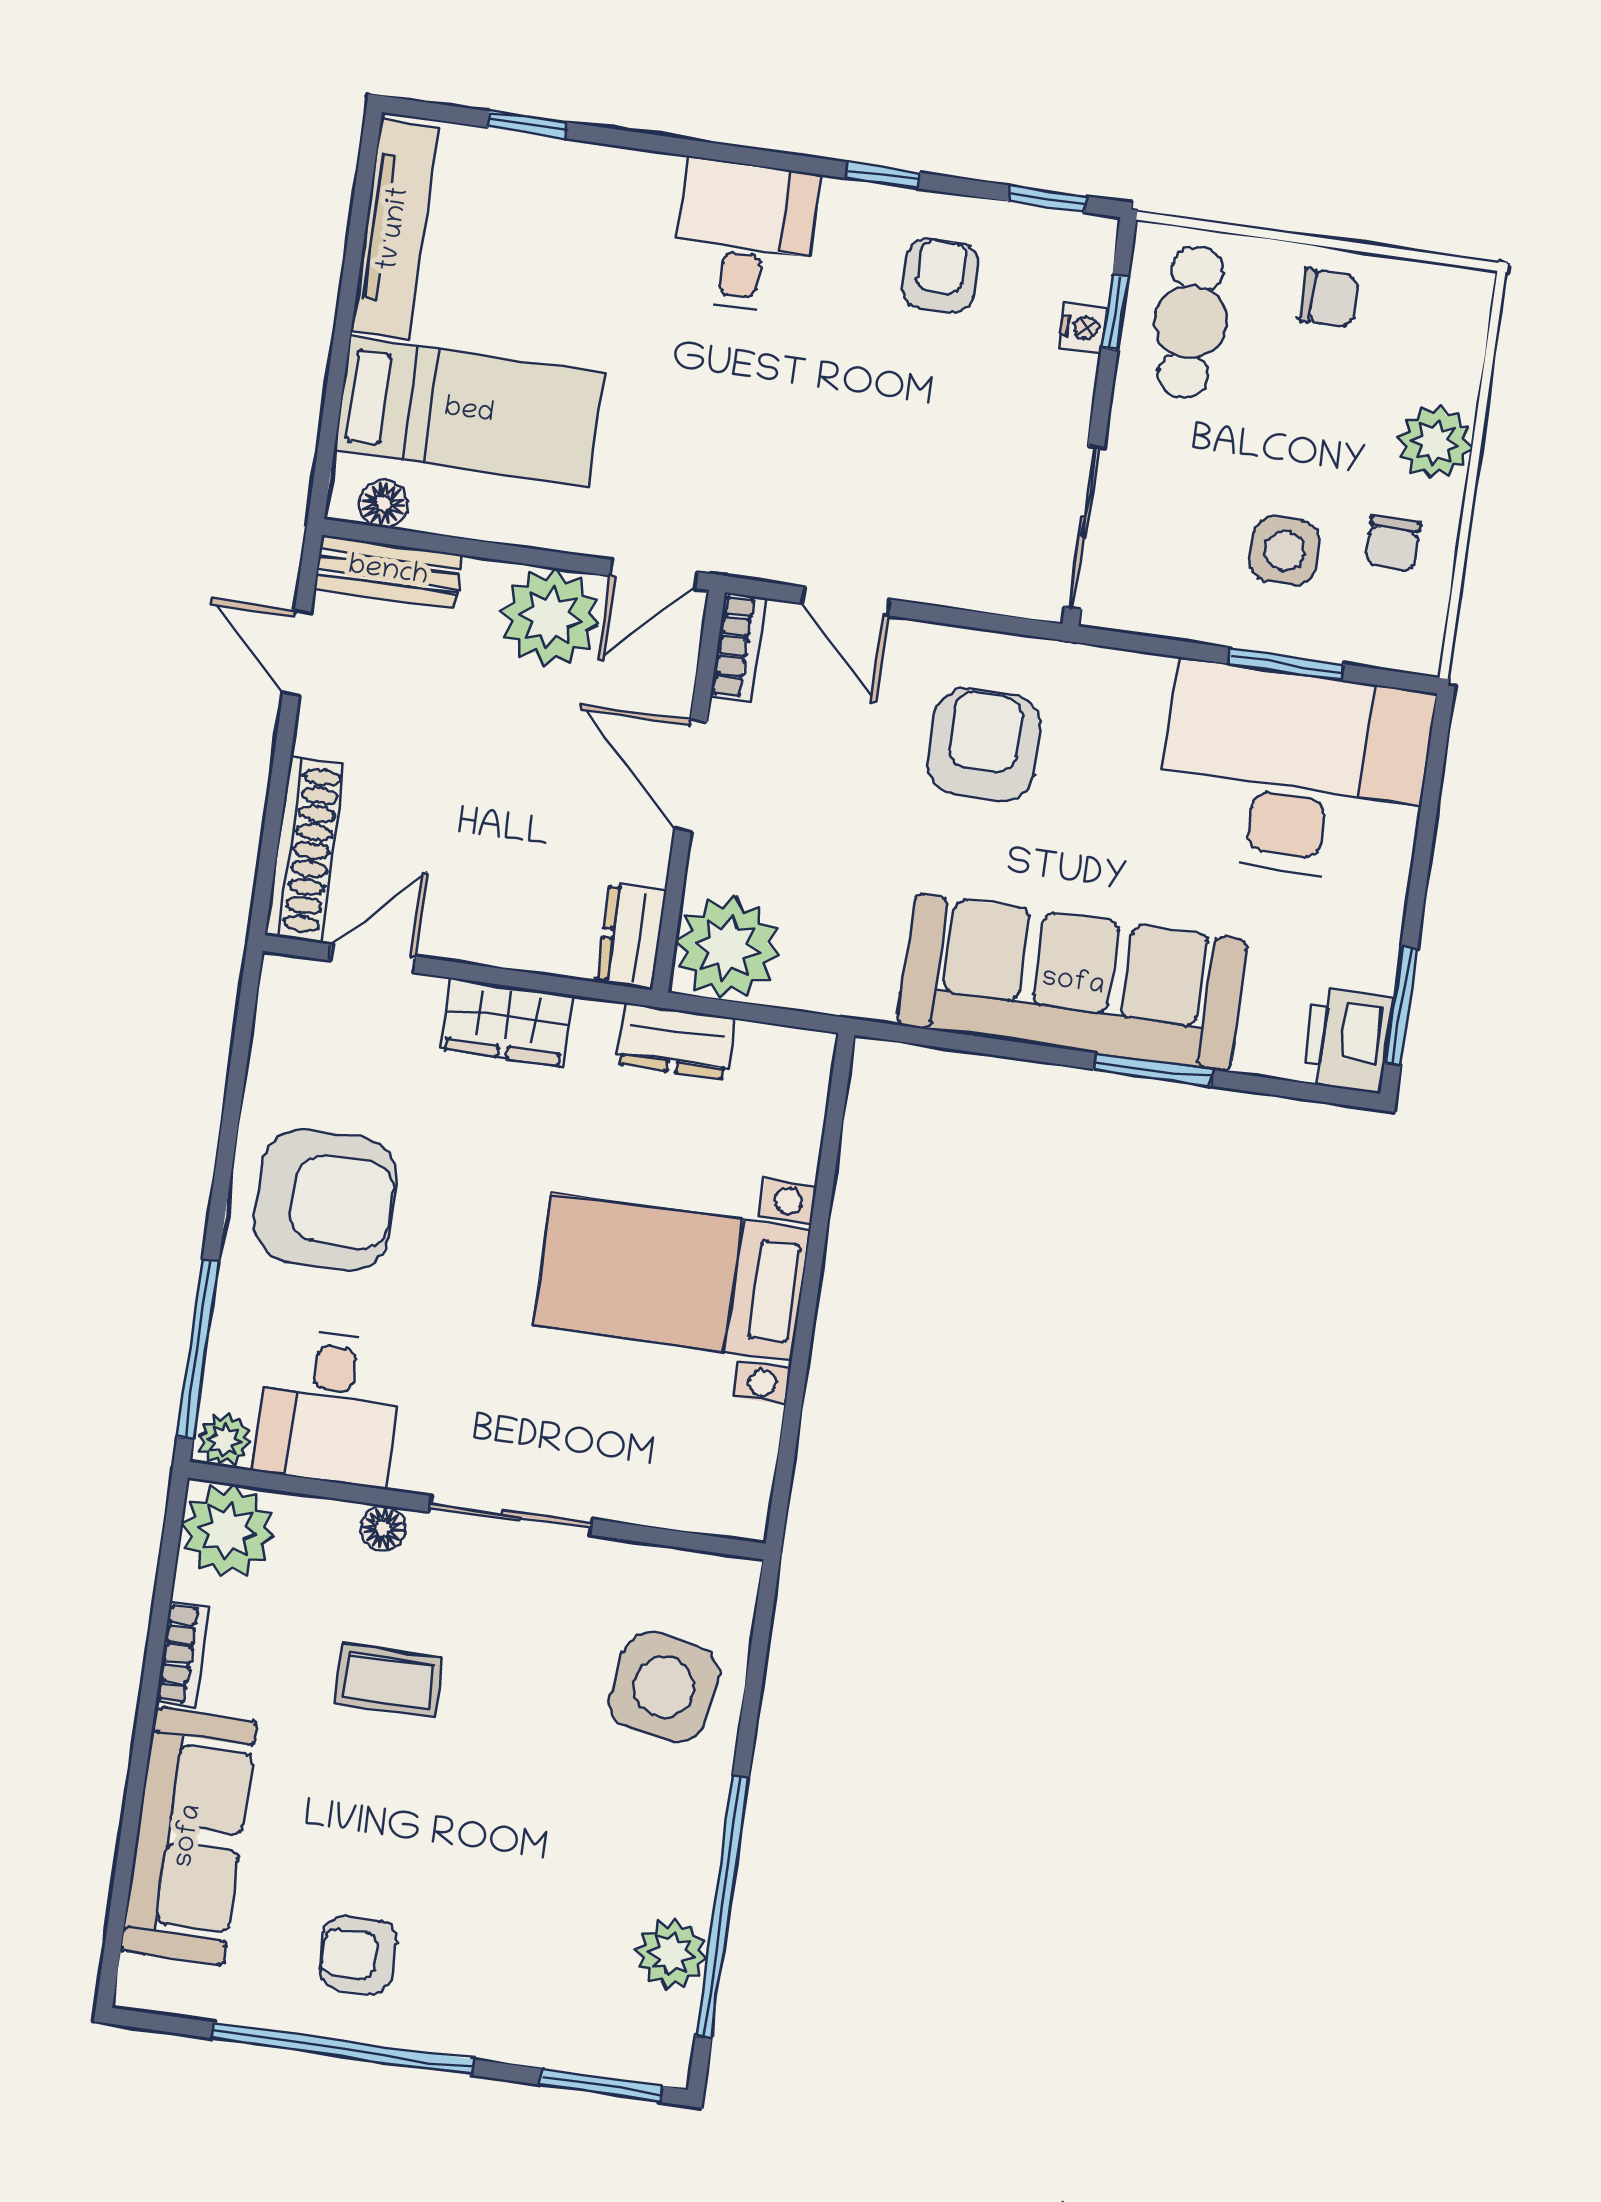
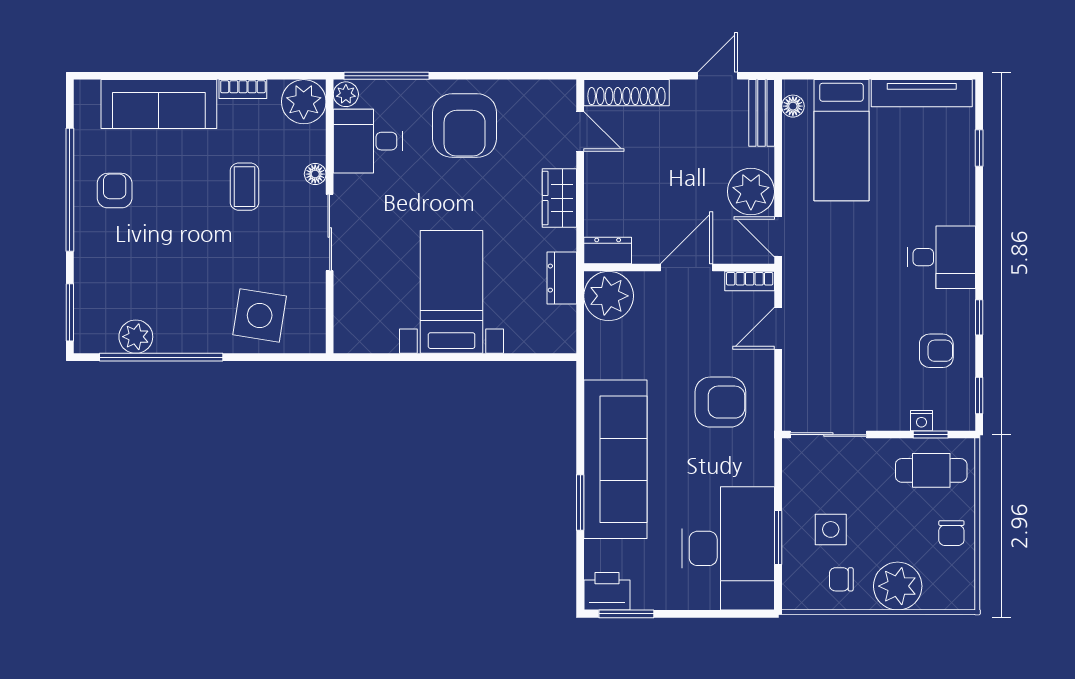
plant: (1435, 442) -> (898, 586), width x1.36, depth x1.36

